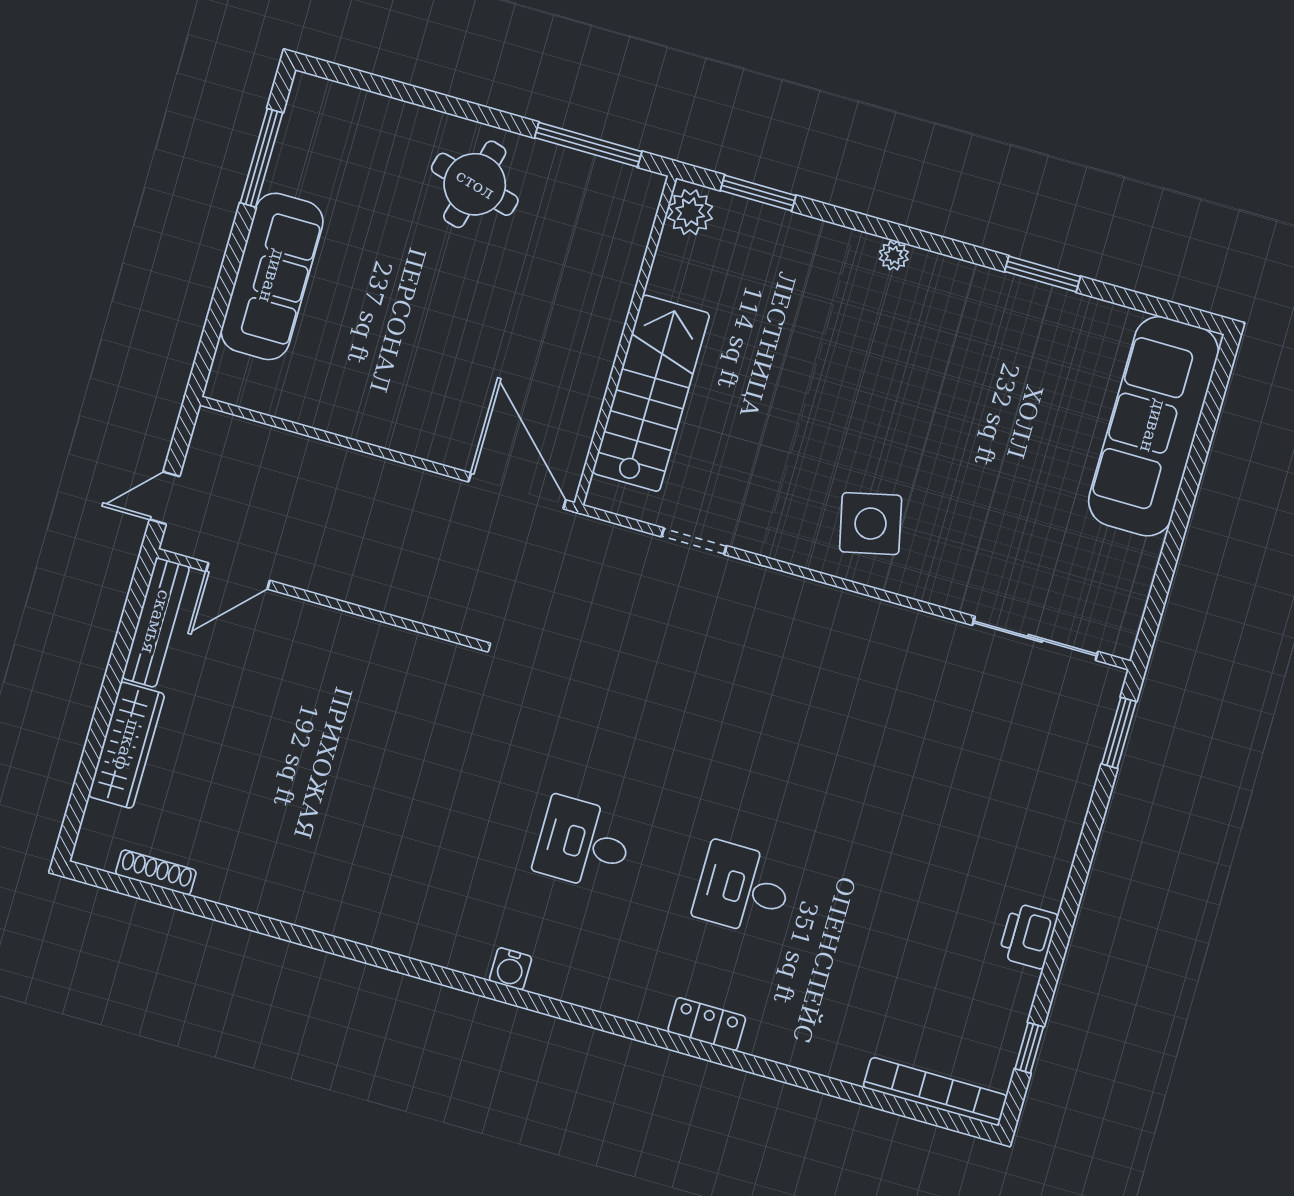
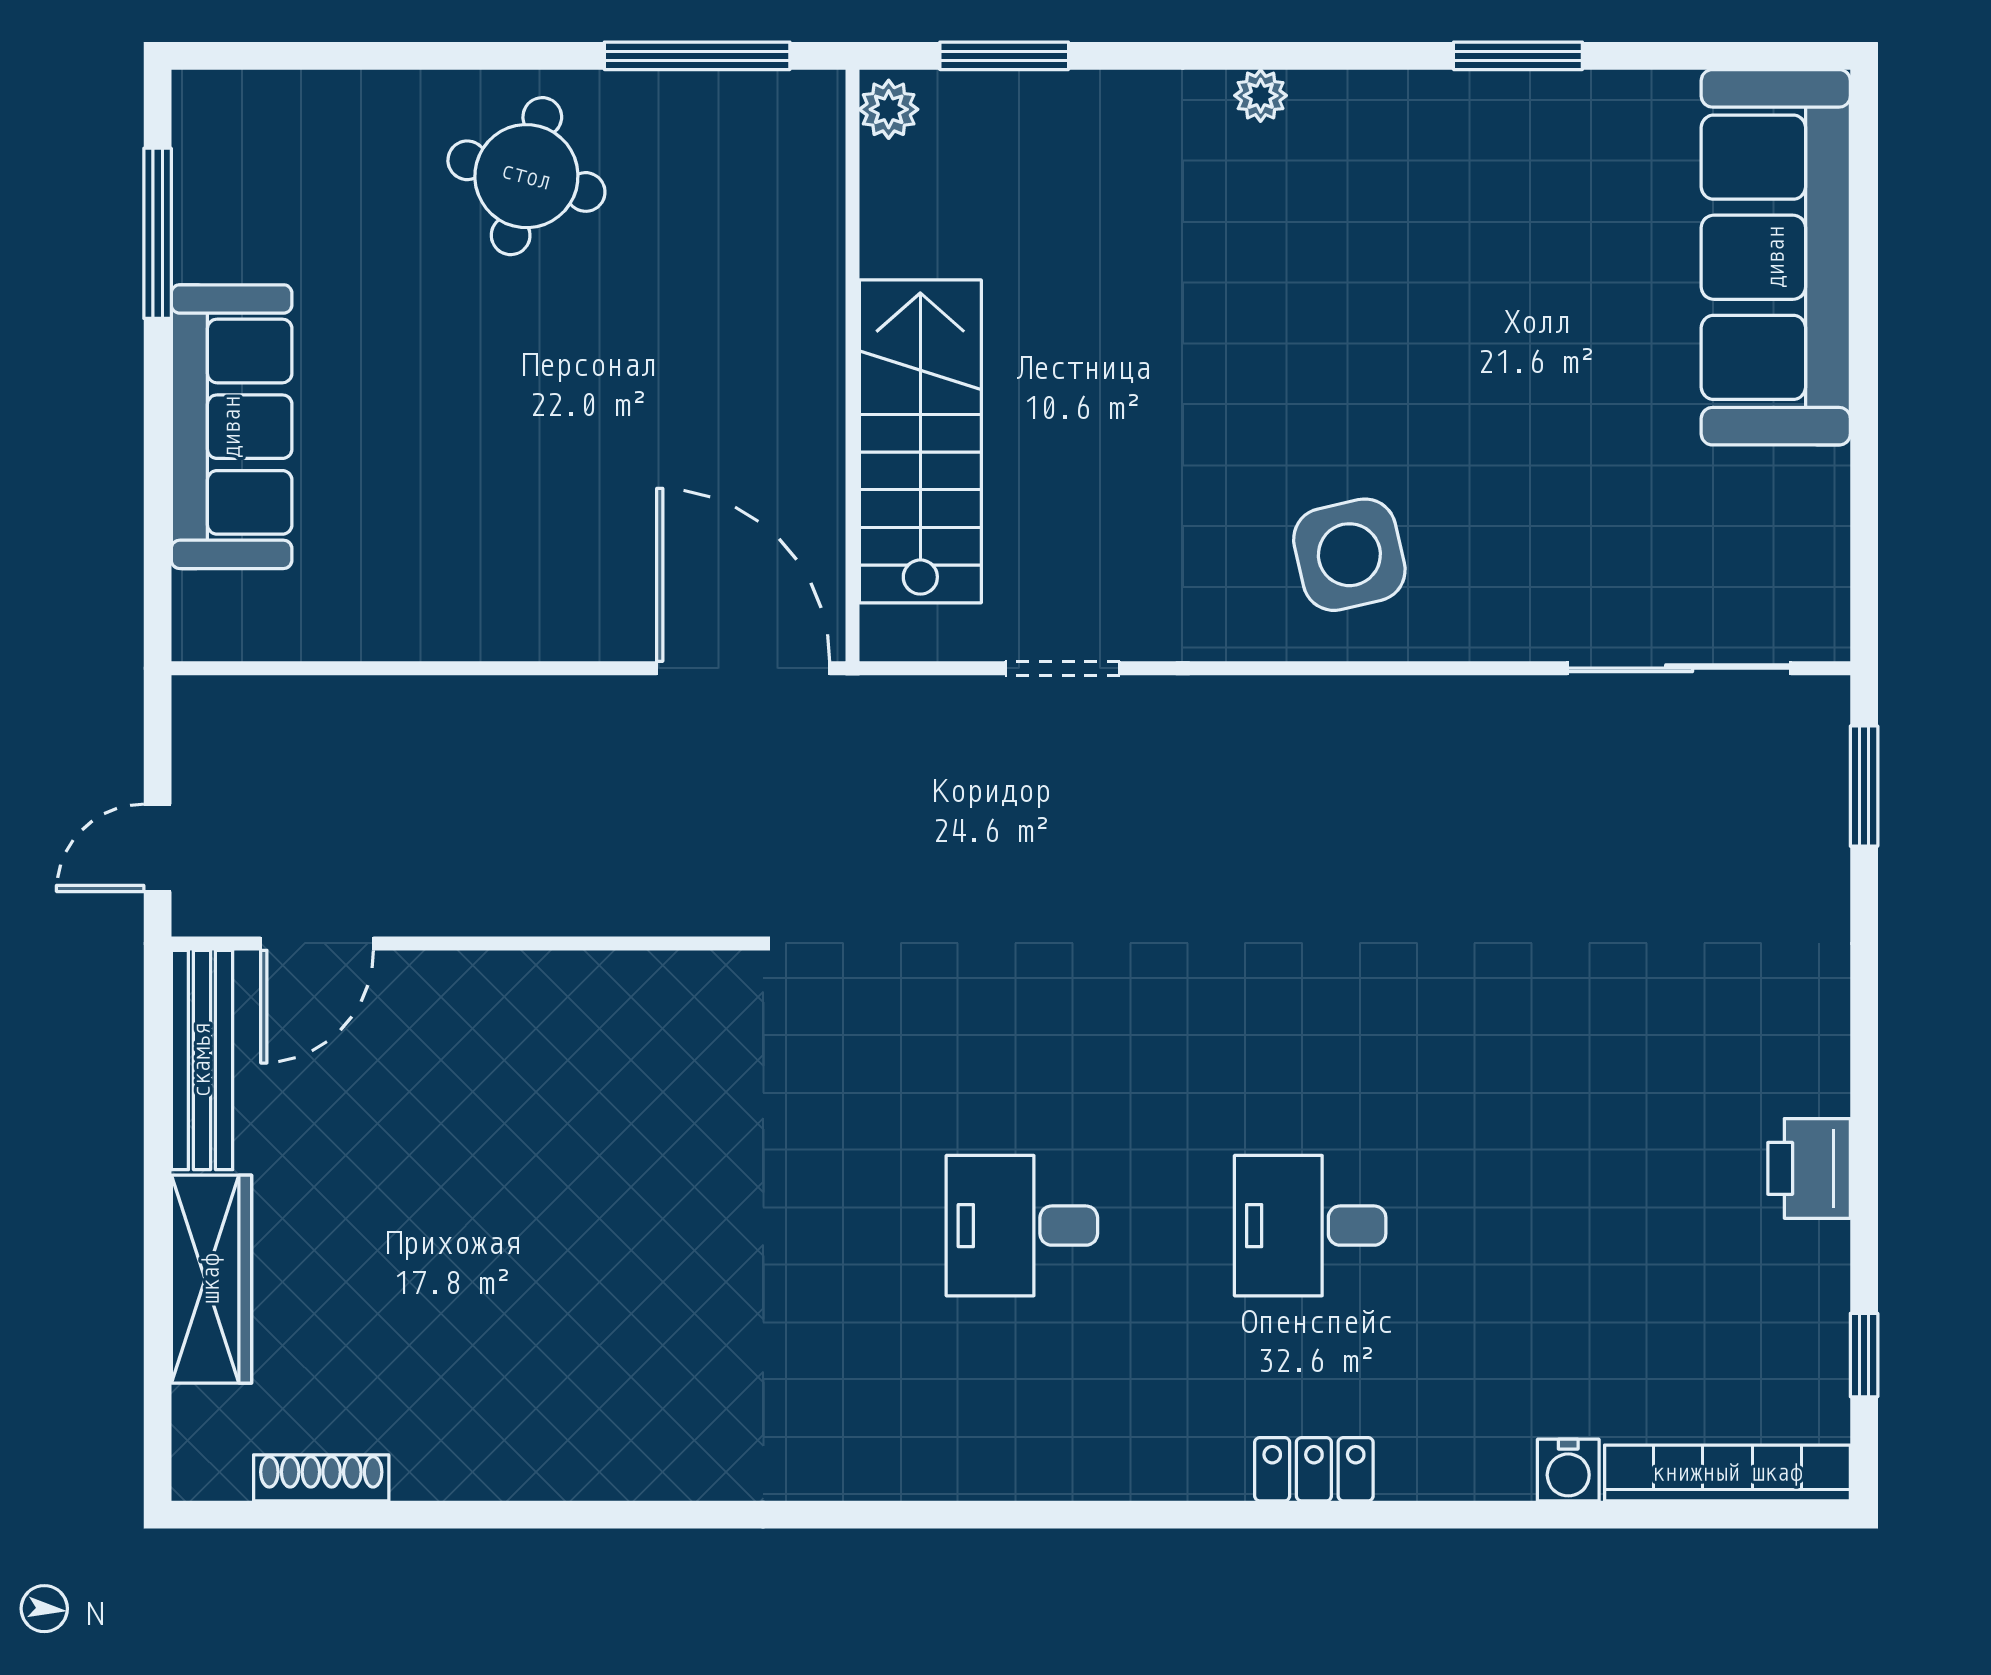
plant: (690, 212) -> (889, 109), width x0.73, depth x0.73
water cooler: (510, 969) -> (1568, 1470), moved

